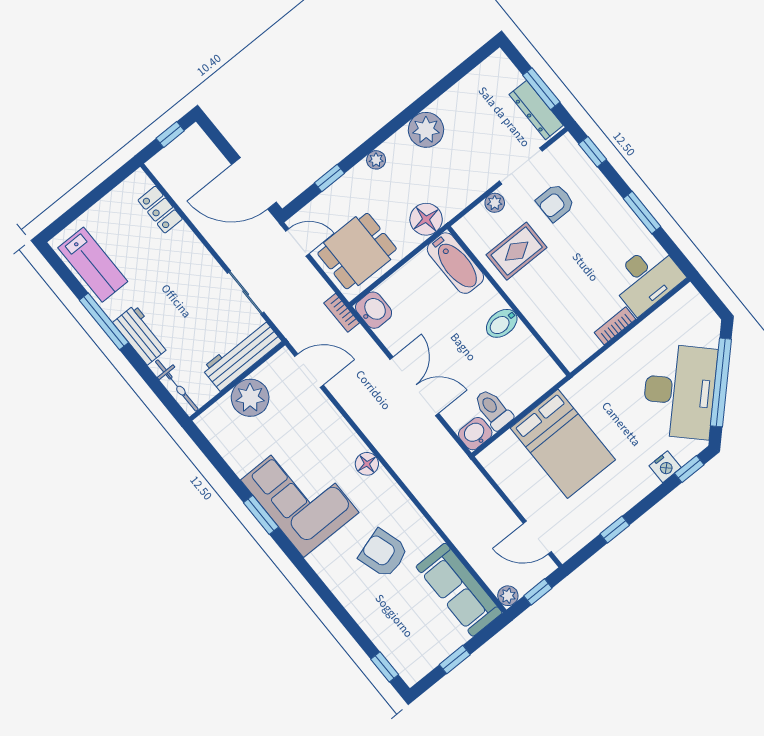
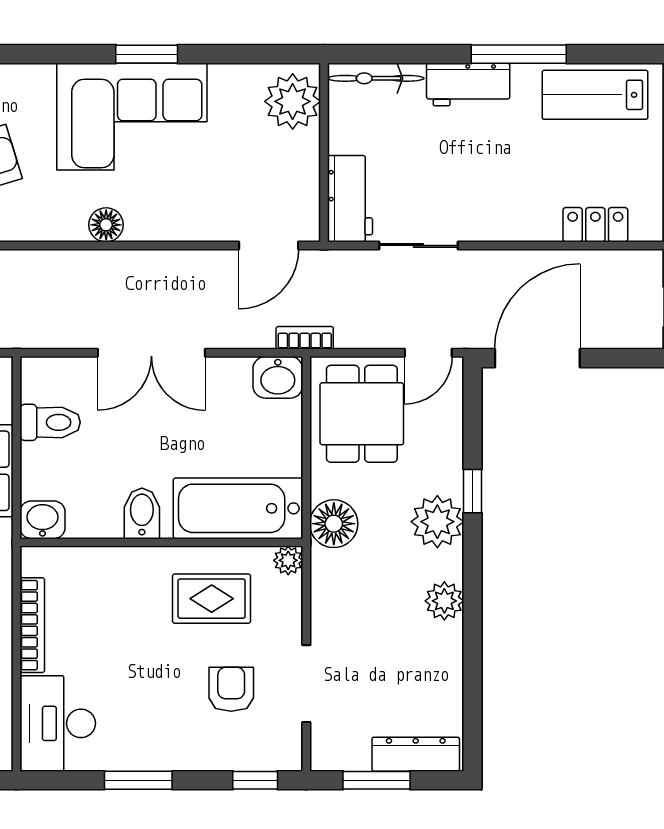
dresser: (536, 110) -> (416, 754), moved
plant: (426, 130) -> (444, 601), width x0.73, depth x0.73
plant: (376, 160) -> (437, 522), width x1.88, depth x1.88
window: (330, 178) -> (472, 491), moved
plant: (495, 203) -> (288, 560), moved
rug: (517, 251) -> (212, 599), turned 90
bathtub: (455, 263) -> (238, 508), width x1.36, depth x1.36
bookcase: (615, 326) -> (32, 625), width x1.56
workbench: (242, 355) -> (350, 199), width x0.73
plant: (250, 398) -> (293, 101), moved
washbasin: (475, 434) -> (42, 520), moved, turned -90

